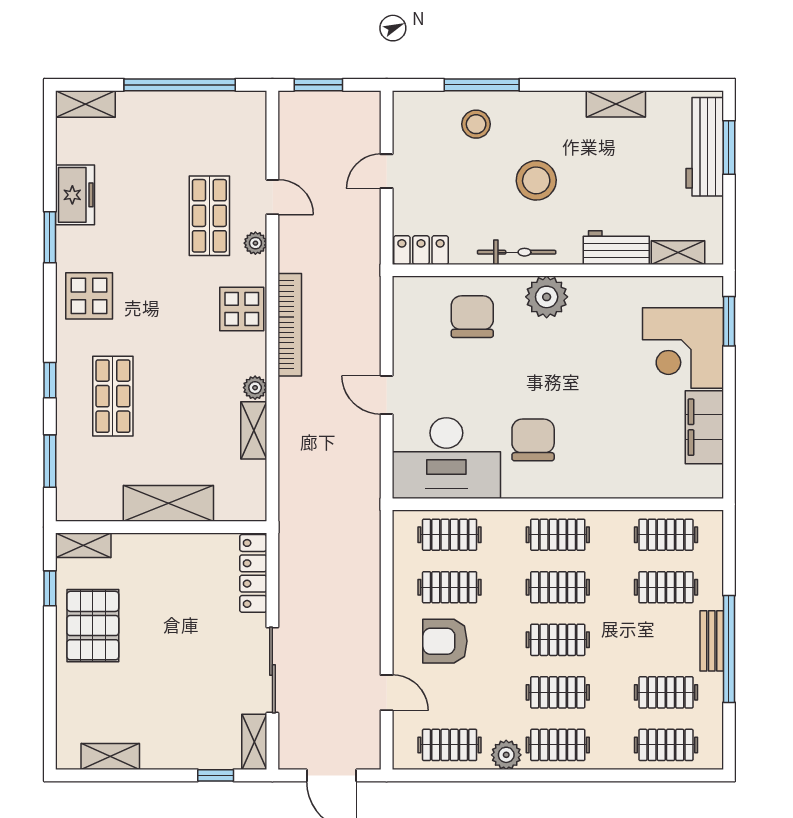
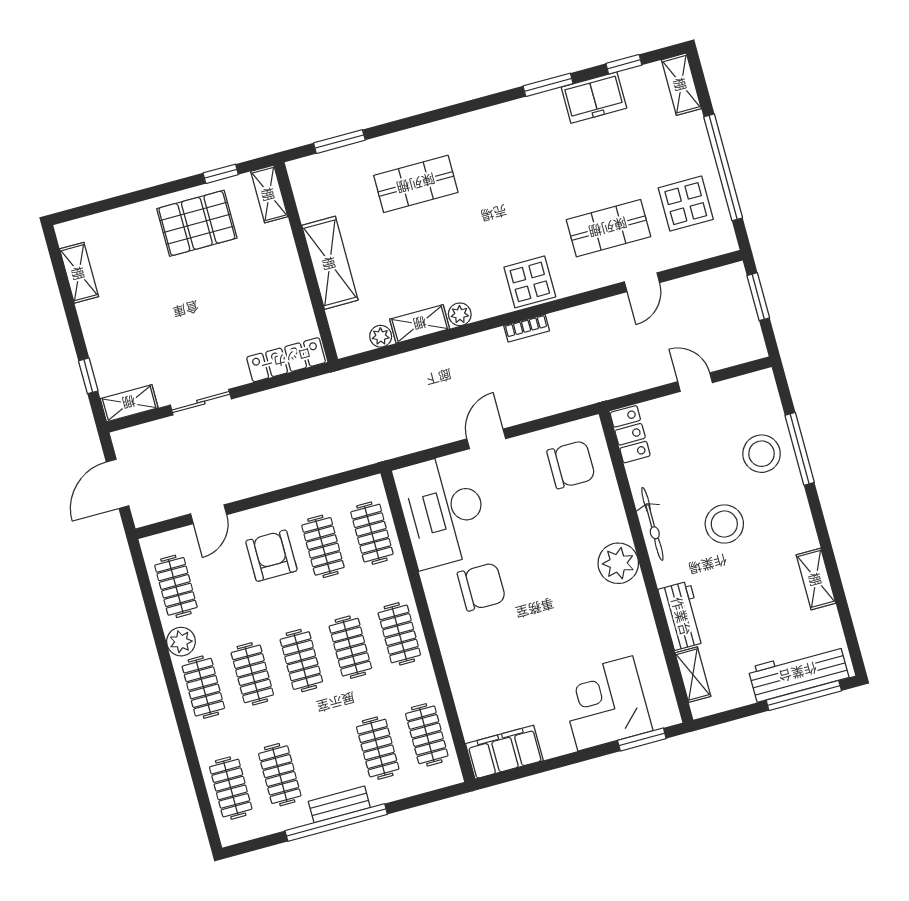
stool: (476, 124) -> (762, 454), width x1.38, depth x1.38
window: (729, 148) -> (804, 695), width x1.44
plant: (255, 243) -> (381, 336), moved
display table: (89, 296) -> (686, 204), moved
chair: (472, 317) -> (571, 465), moved
bookcase: (290, 325) -> (527, 328), width x0.43, depth x0.76
window: (50, 380) -> (624, 64), moved
filing cabinet: (704, 427) -> (504, 752), moved
sliding door: (272, 670) -> (201, 402), width x0.73

